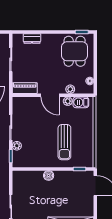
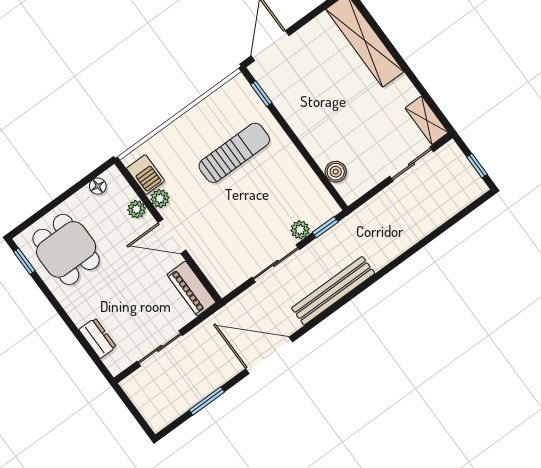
dining table: (75, 51) -> (66, 249), turned 90
door: (50, 95) -> (172, 236), swing flipped
boiler: (49, 176) -> (336, 172), moved

